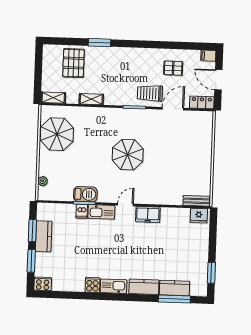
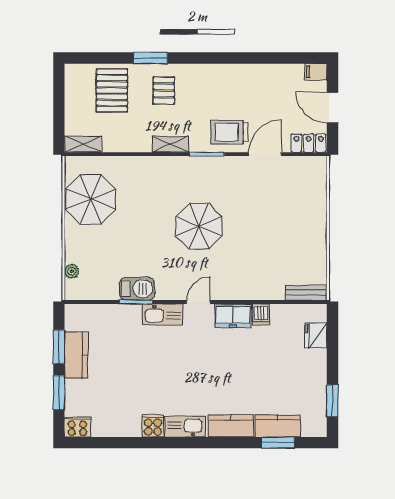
pallet: (173, 68) -> (164, 90), moved, turned 90
shelving: (91, 99) -> (171, 144), moved
dishwasher: (82, 211) -> (261, 315), moved
fridge: (199, 216) -> (316, 335), moved, turned 90
window: (174, 299) -> (278, 443), width x0.69

